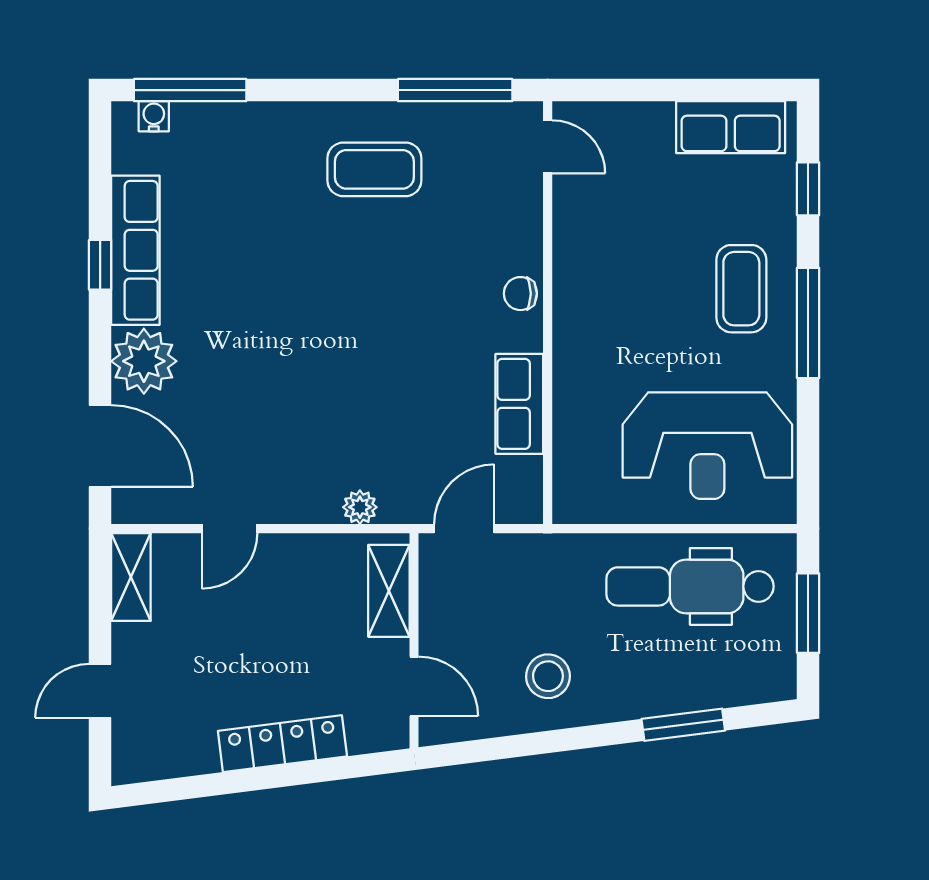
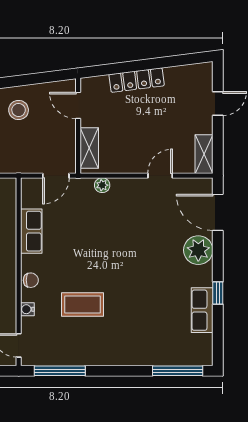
water cooler: (154, 116) -> (27, 309), moved, turned 90
coffee table: (374, 169) -> (83, 304), moved
row of seats: (135, 250) -> (202, 310), width x0.68

